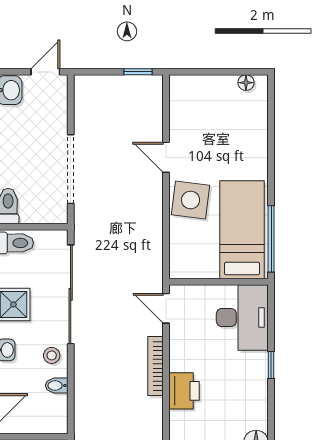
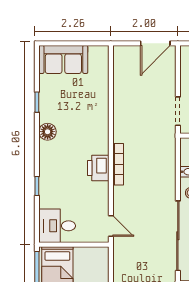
desk: (242, 317) -> (57, 226), width x0.73
bookcase: (156, 366) -> (118, 164), moved

